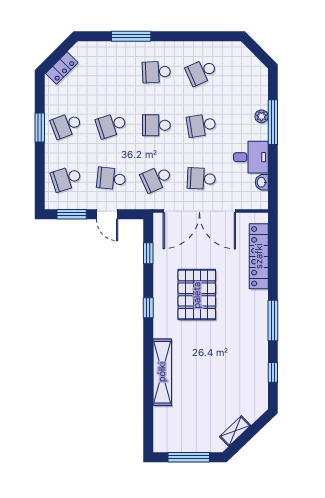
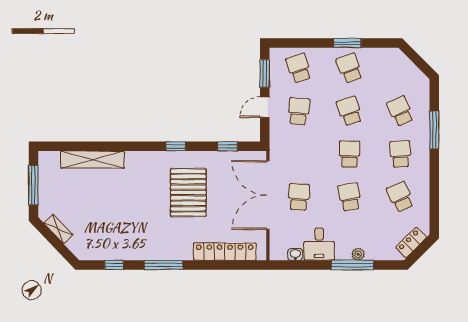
locker: (62, 68) -> (411, 242), moved, turned 90
school desk: (156, 179) -> (400, 111), moved
pallet: (197, 295) -> (188, 193), turned 90
shelving: (162, 372) -> (92, 160), moved

